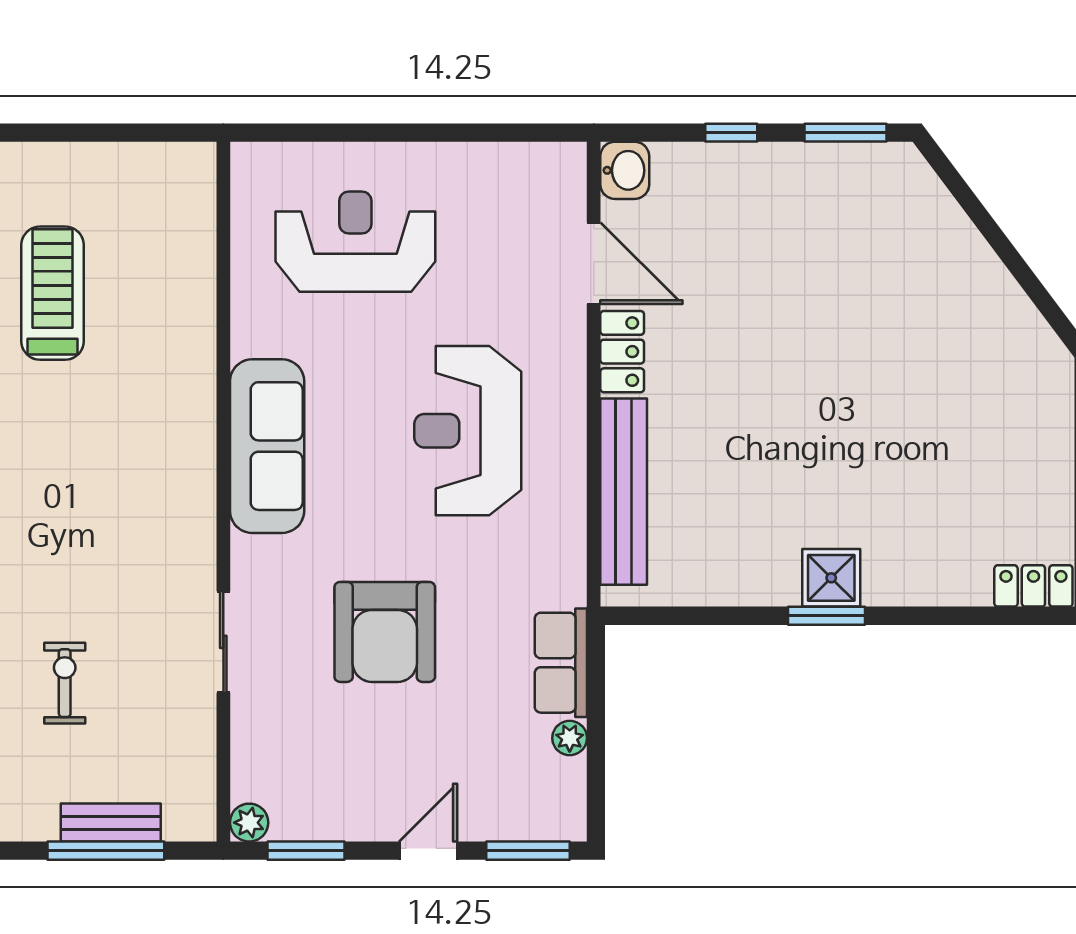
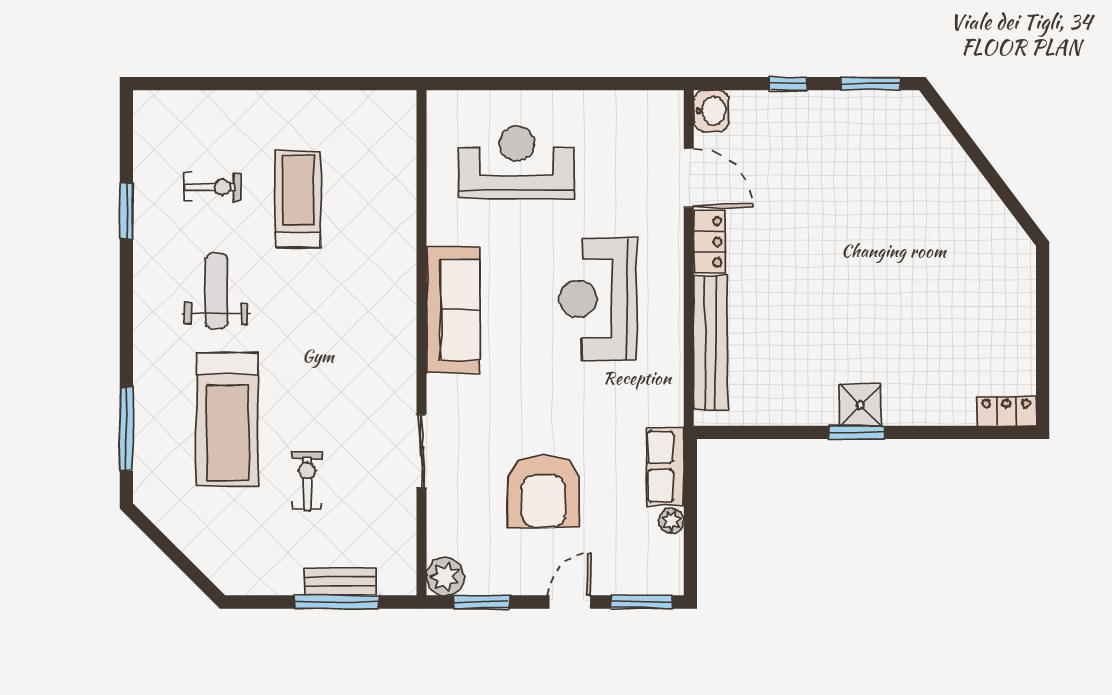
armchair: (385, 632) -> (544, 491), moved
plant: (249, 823) -> (445, 577), width x1.38, depth x1.38

